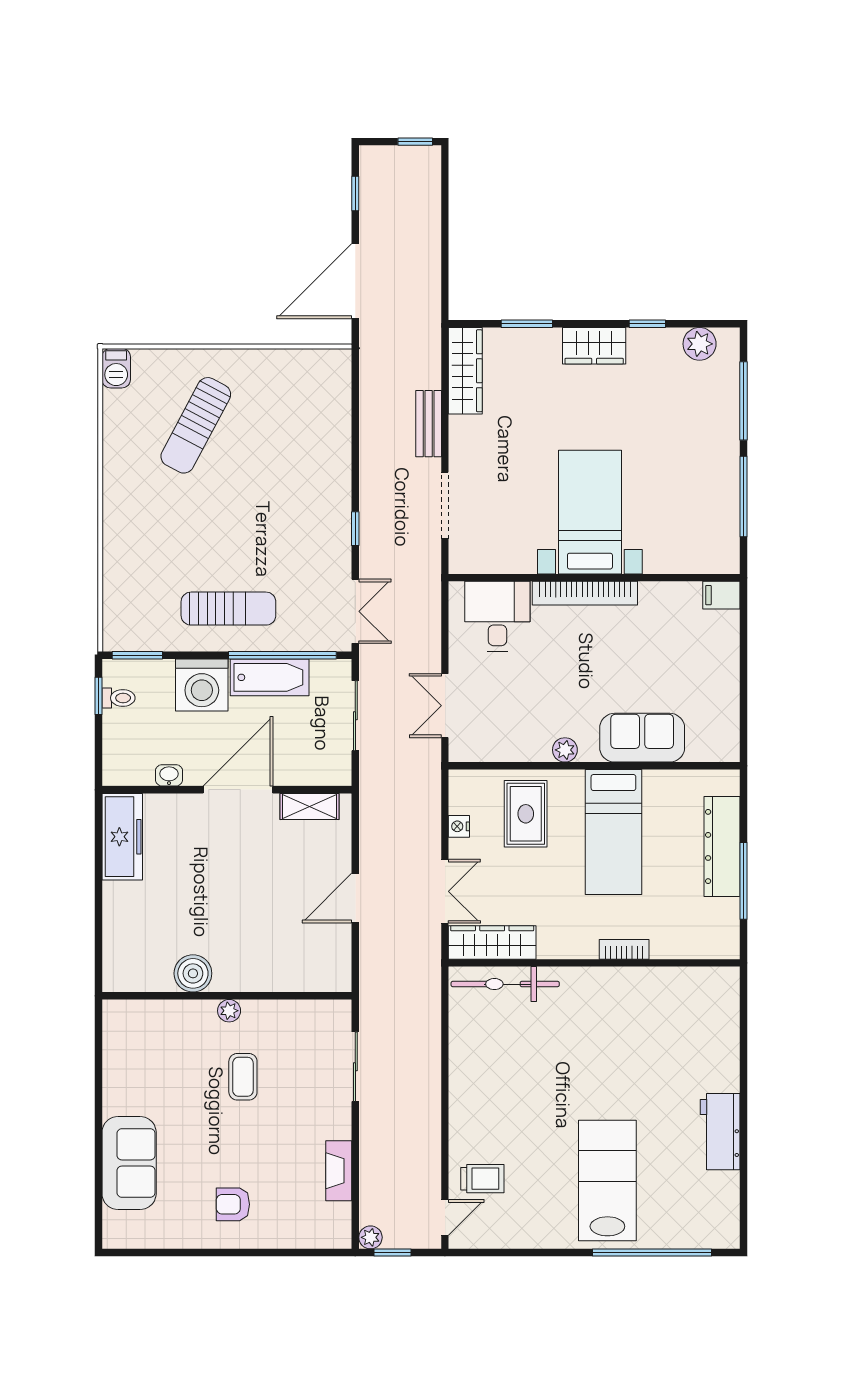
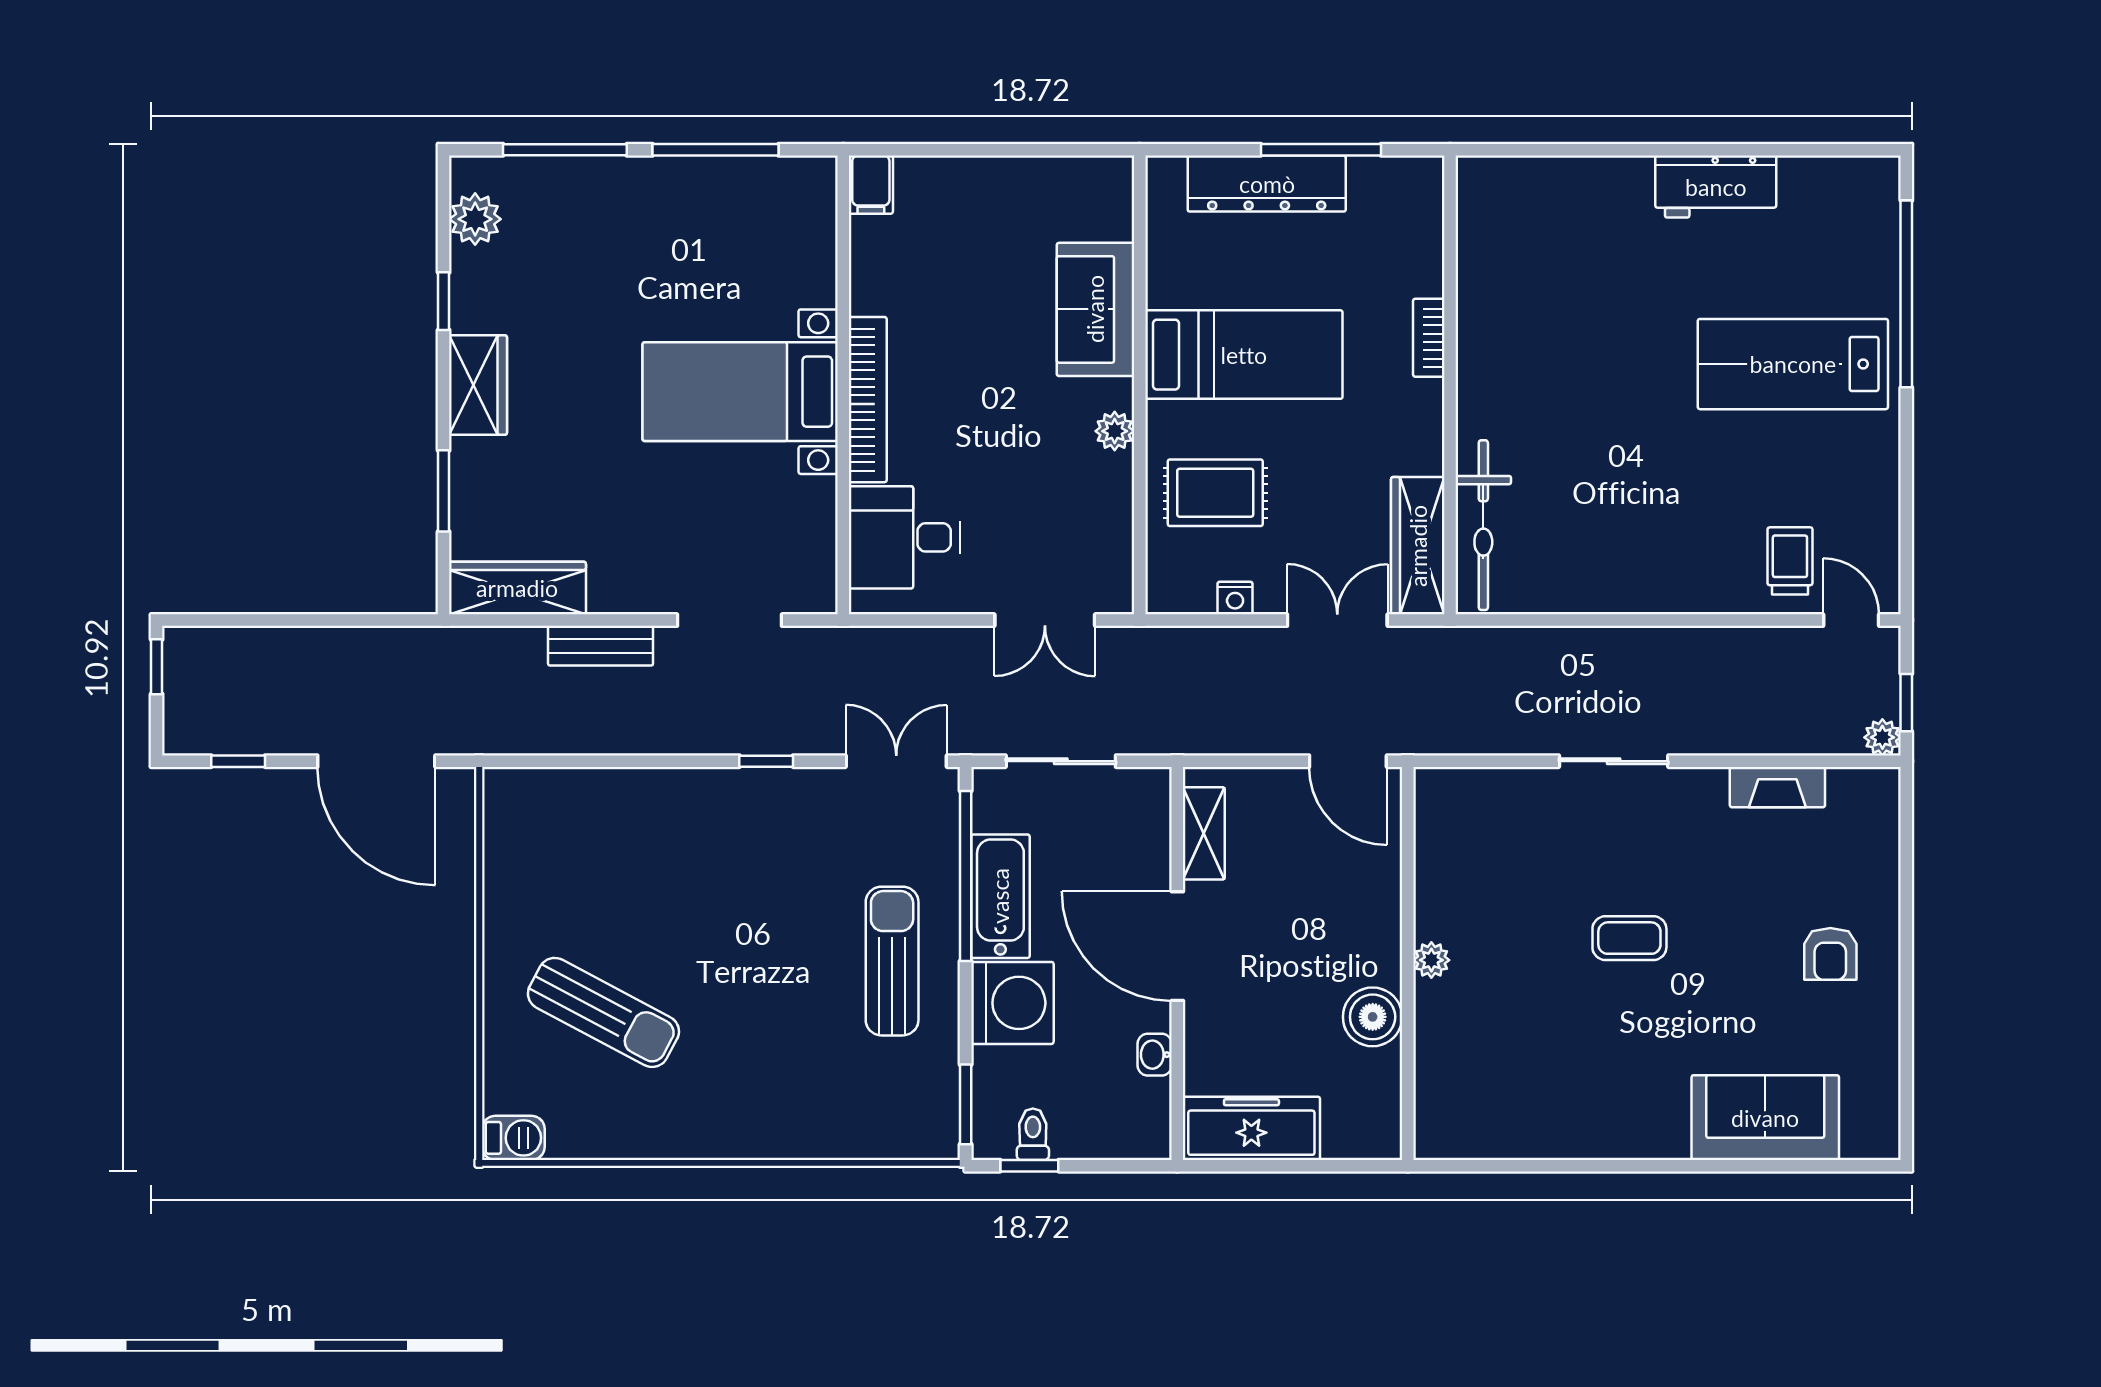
boiler: (193, 973) -> (1373, 1017), moved
wall: (227, 996) -> (1408, 963), moved
plant: (229, 1011) -> (1431, 960), moved

